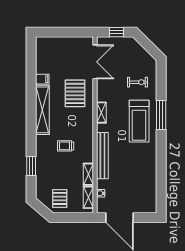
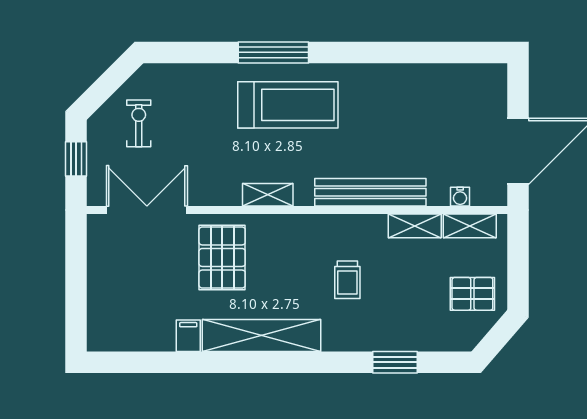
exercise bike: (138, 82) -> (139, 123), moved
pallet: (75, 93) -> (222, 257), turned 90

